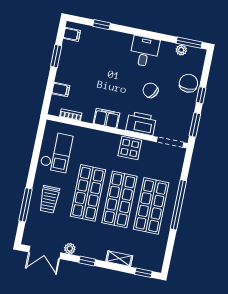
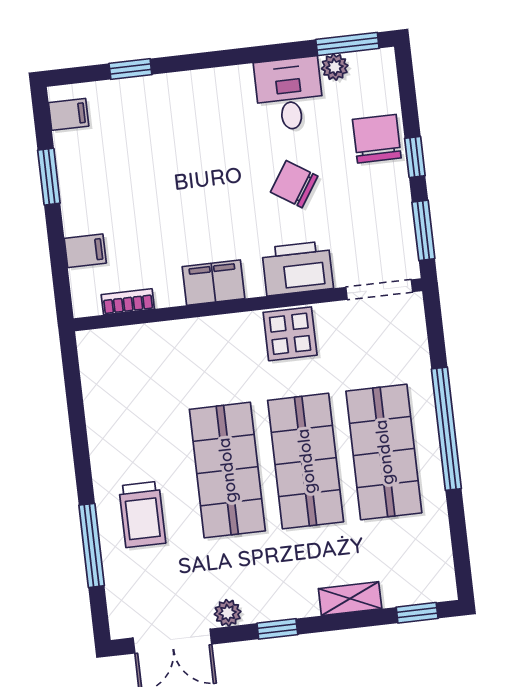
desk: (144, 51) -> (289, 94), moved
checkout: (56, 152) -> (123, 399), removed

